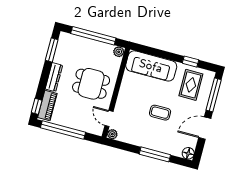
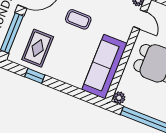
sofa: (151, 66) -> (105, 67), moved, turned -90

